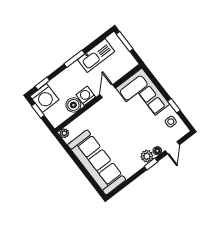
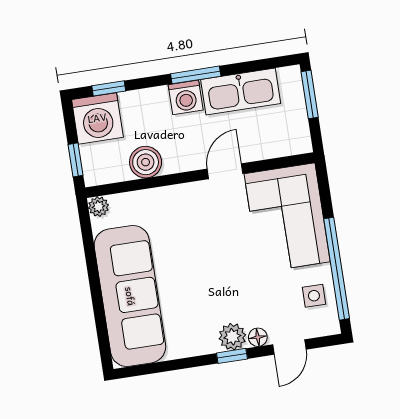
washing machine: (86, 96) -> (186, 97), moved, turned 180
window: (174, 106) -> (337, 269), width x3.17
window: (38, 111) -> (76, 160), moved

